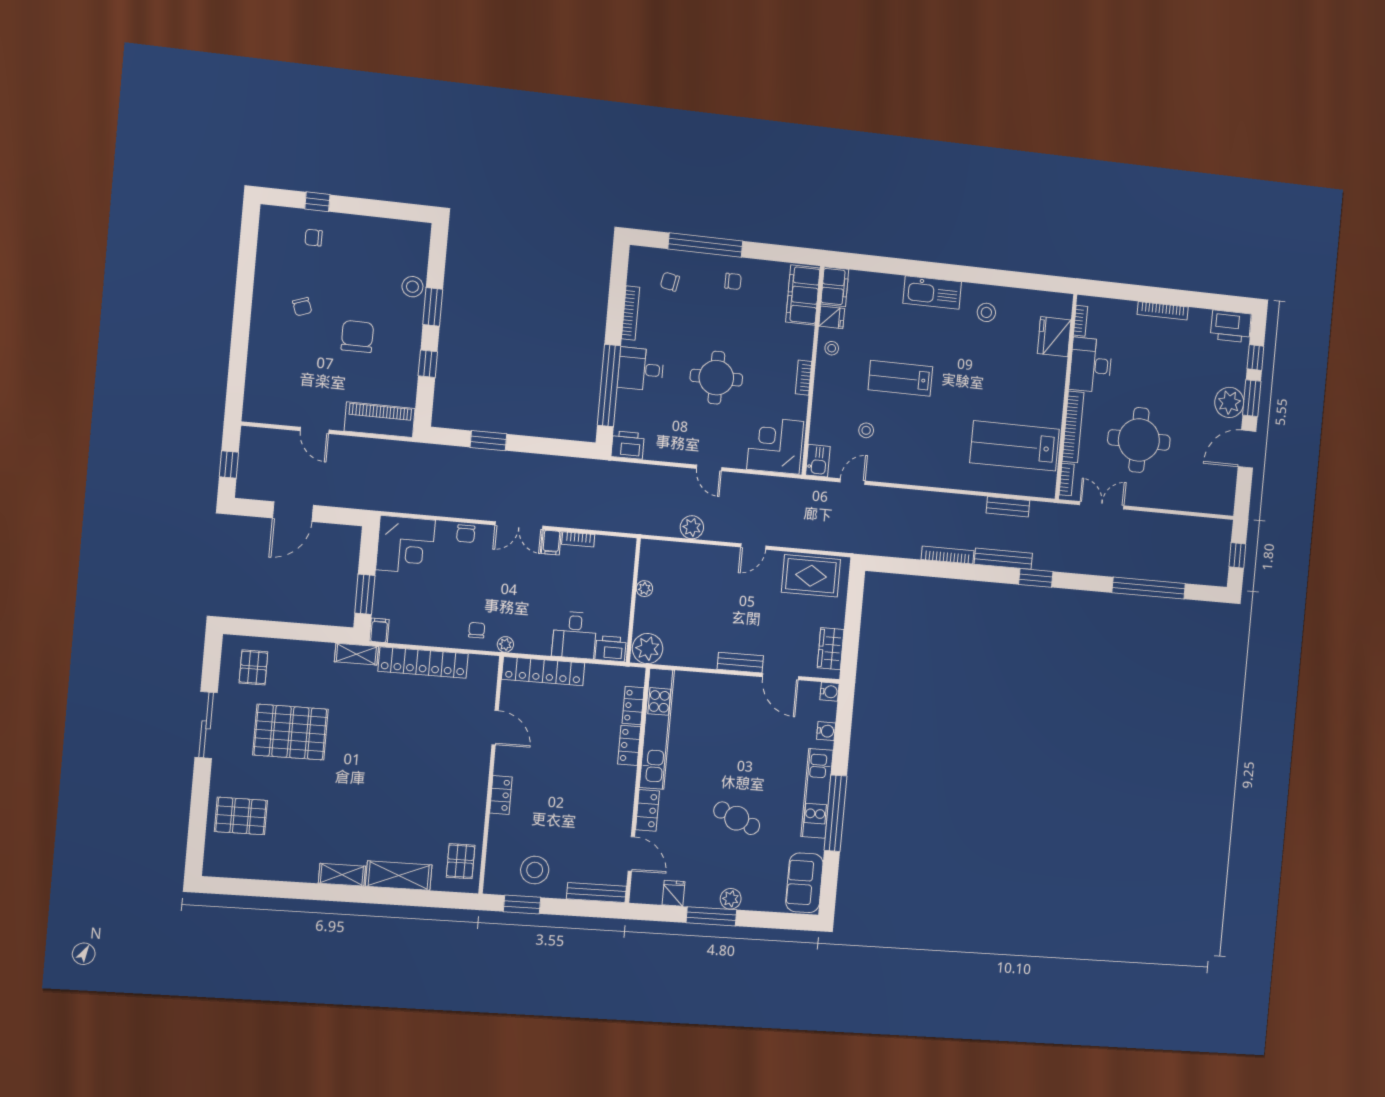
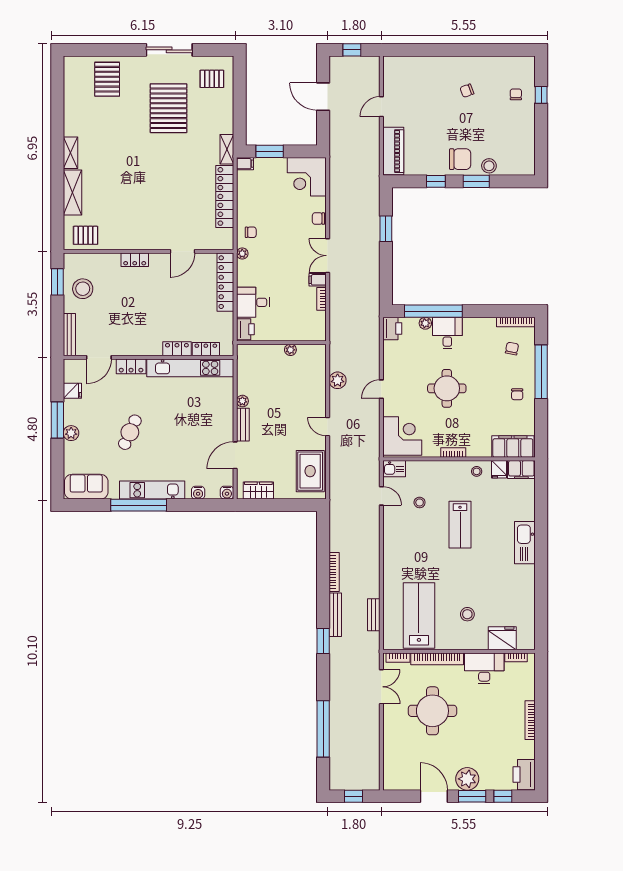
stool: (986, 312) -> (467, 614), moved
bookcase: (631, 313) -> (516, 322), moved
chair: (357, 336) -> (460, 159), moved
lab bench: (900, 378) -> (460, 525), turned 180
plant: (625, 398) -> (425, 323), added
plant: (648, 649) -> (242, 401), moved, width x0.53, depth x0.53

